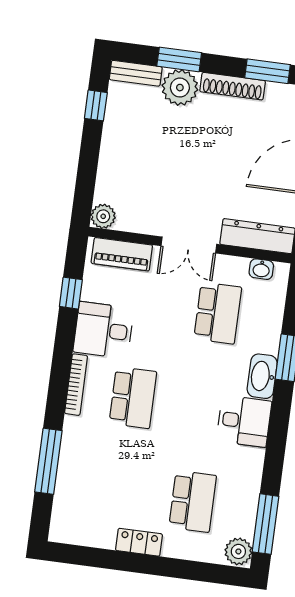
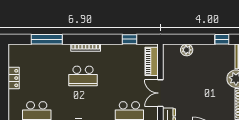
plant: (103, 216) -> (187, 50), moved
desk: (103, 330) -> (114, 57), removed
locker: (139, 542) -> (14, 78), moved

